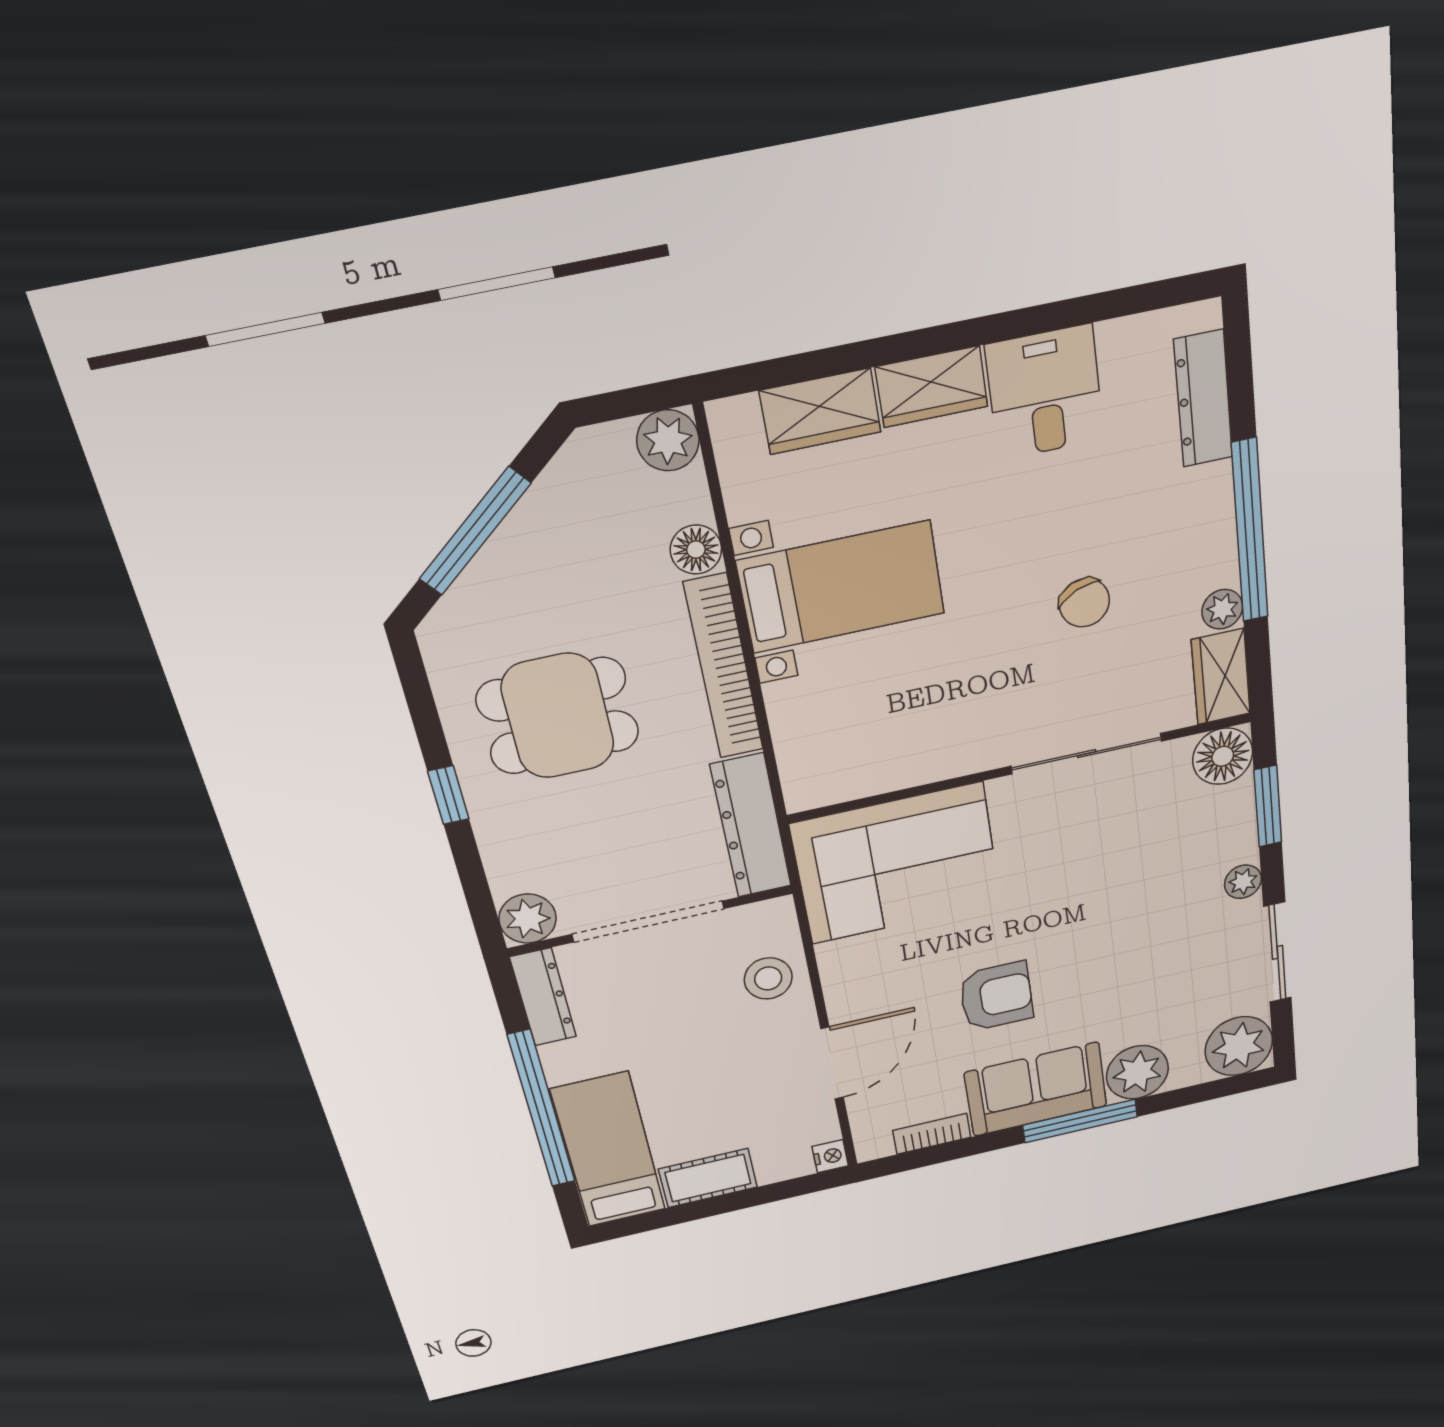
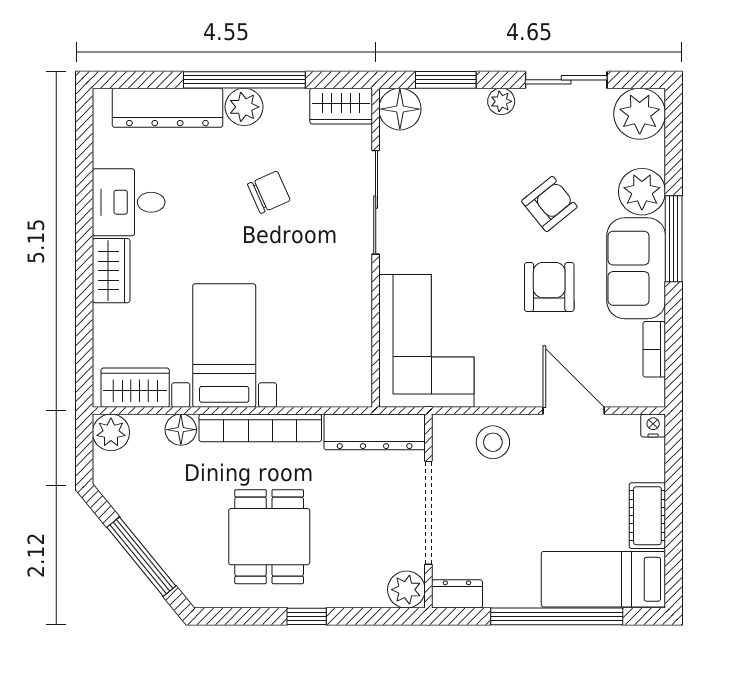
dresser: (1203, 399) -> (167, 108), width x1.37, depth x1.24
wardrobe: (820, 411) -> (135, 388), moved, turned -90
plant: (1222, 609) -> (244, 107), moved, width x1.38, depth x1.38
armchair: (1109, 971) -> (549, 204), added
dresser: (543, 997) -> (457, 594), width x0.70

